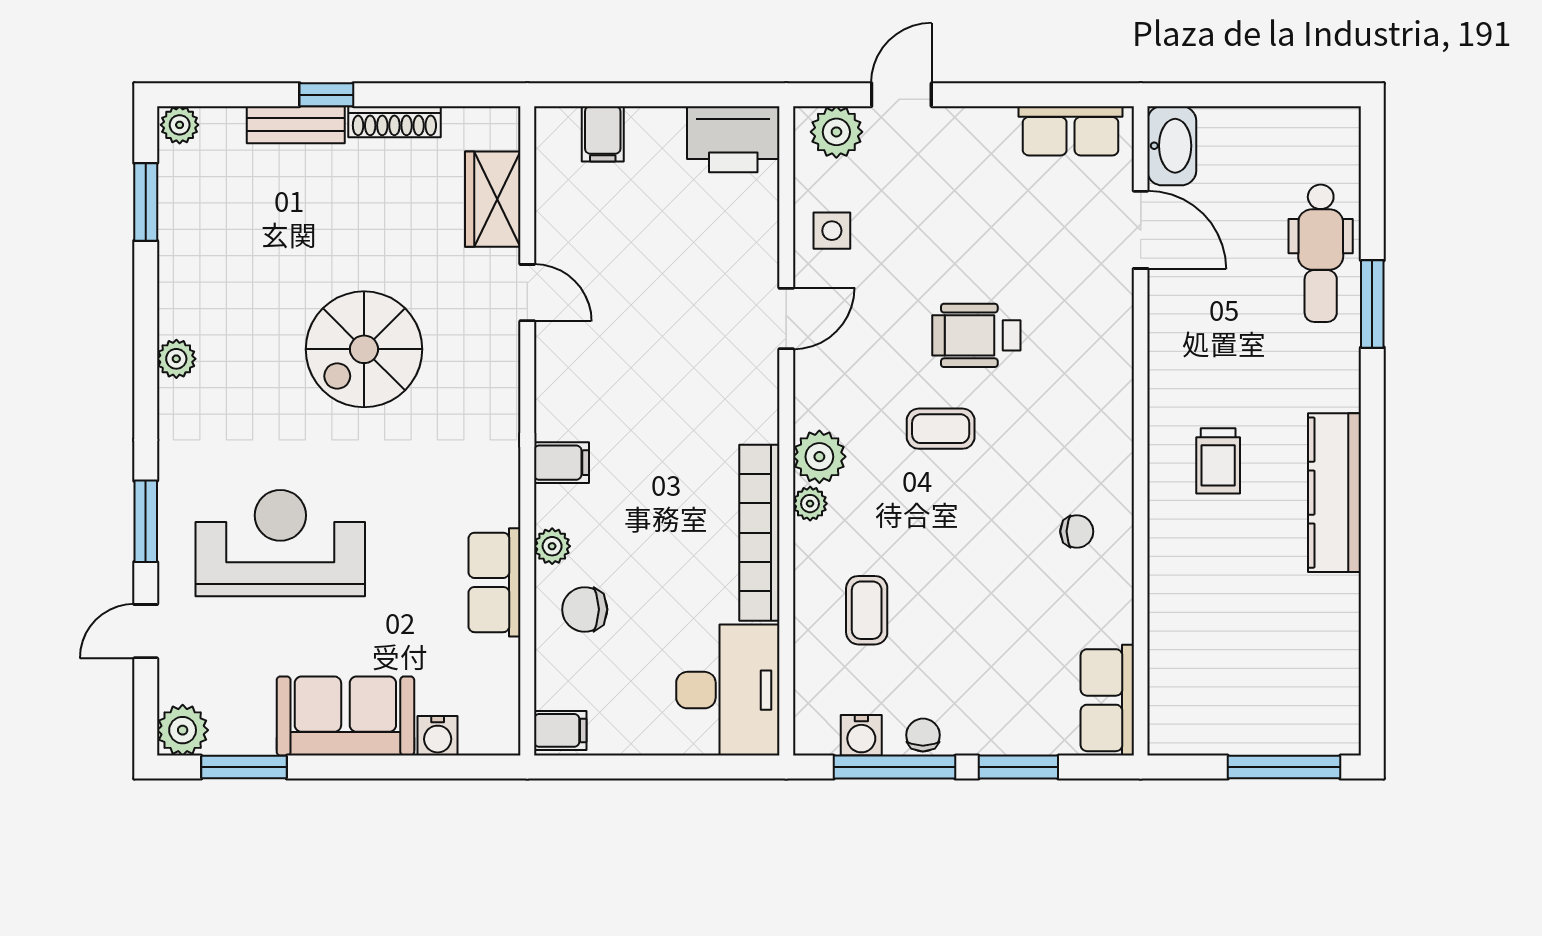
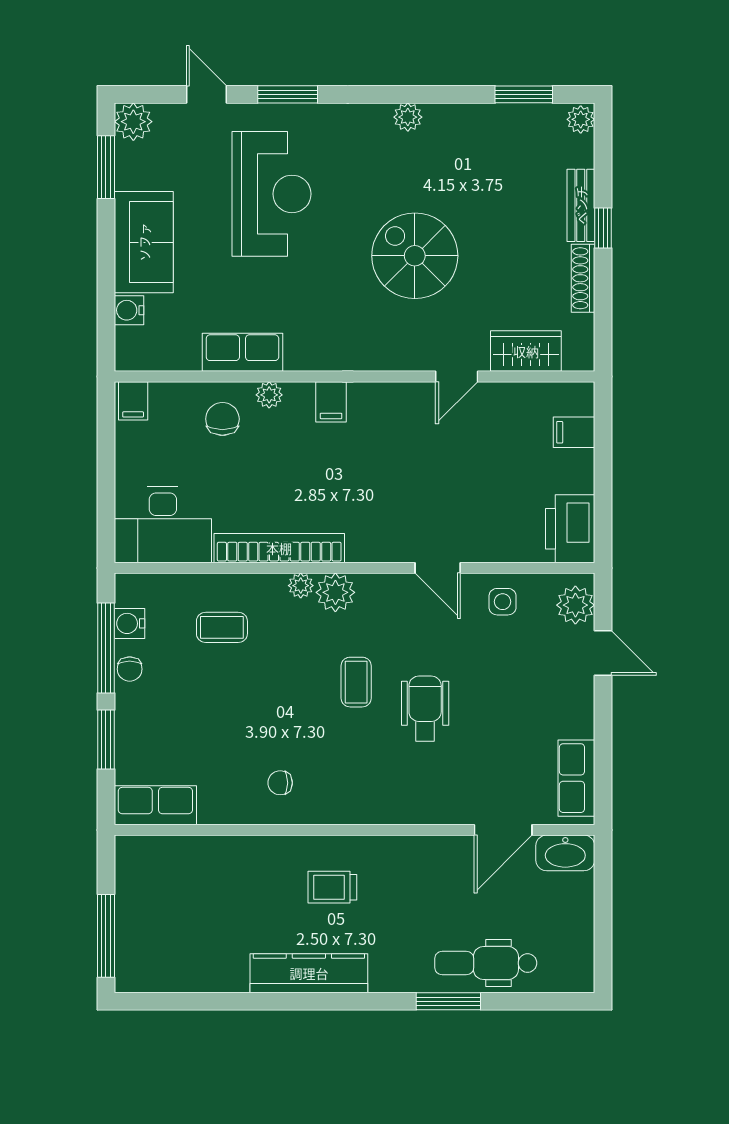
chair: (1077, 531) -> (280, 783), turned 90
chair: (923, 735) -> (130, 669), turned 90

